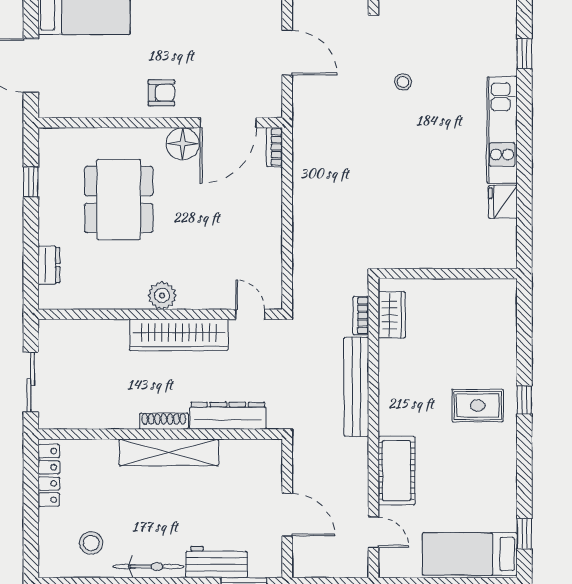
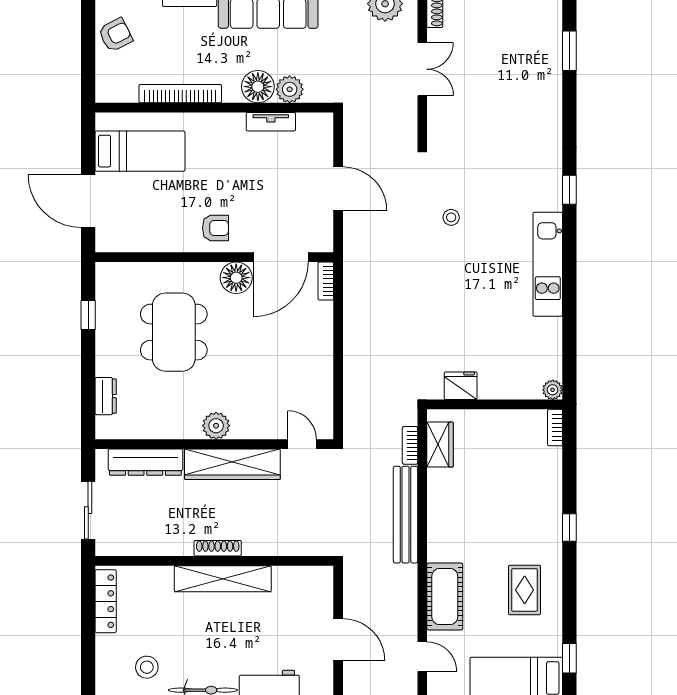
fridge: (503, 202) -> (461, 386), moved, turned 90
plant: (507, 259) -> (553, 390), added
bookcase: (510, 297) -> (555, 427), added
rug: (478, 405) -> (525, 590), moved, turned 90
dresser: (228, 416) -> (145, 462), moved, turned 180

